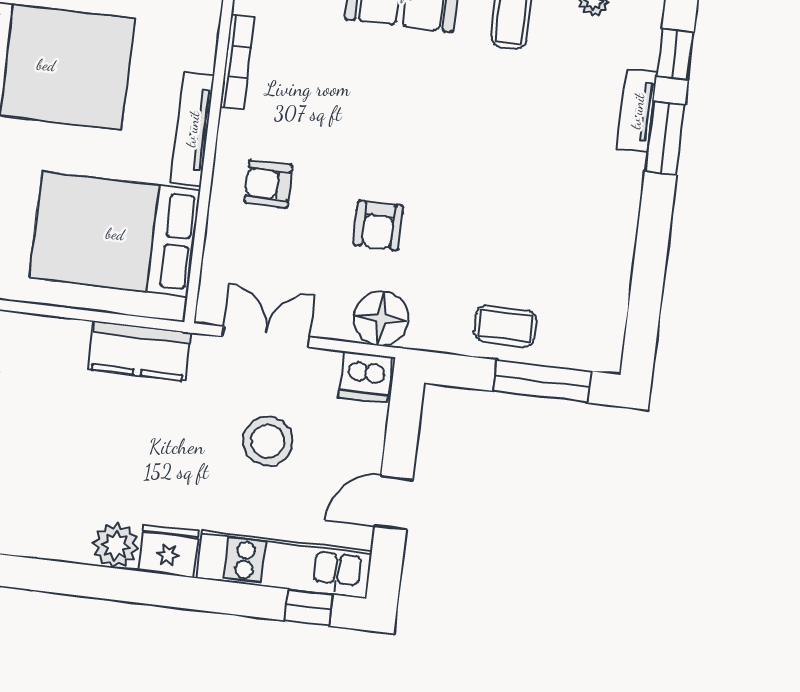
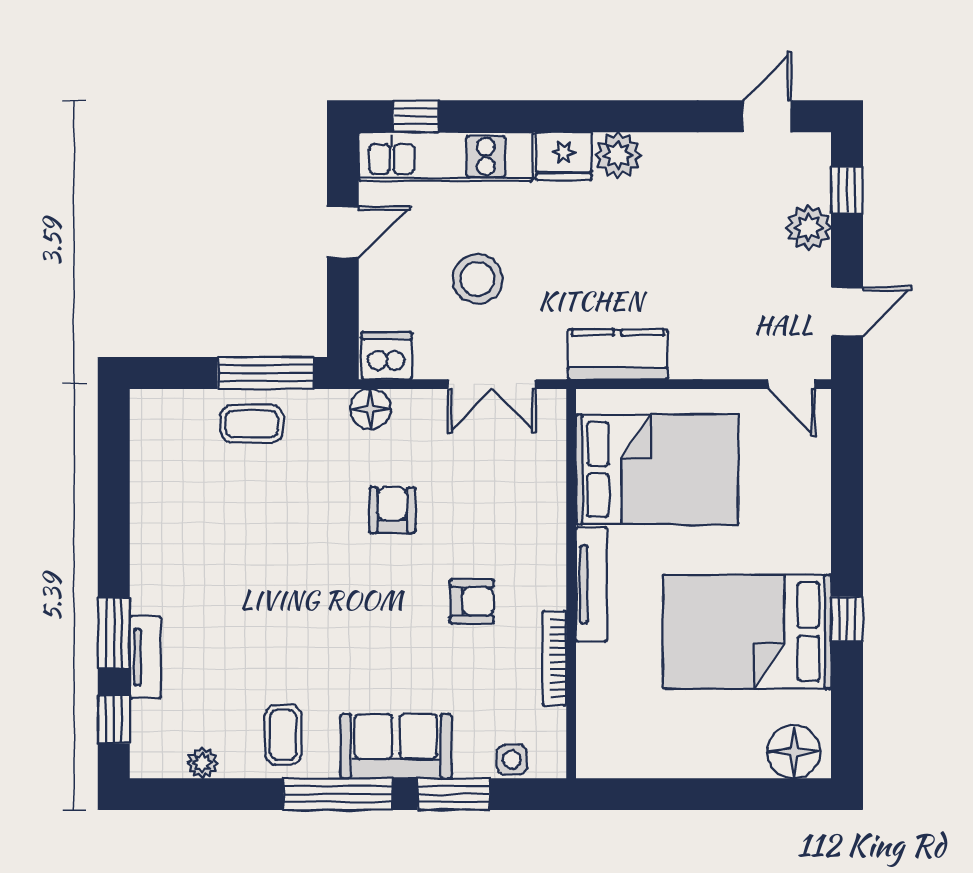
armchair: (268, 184) -> (472, 601), moved
floor lamp: (381, 318) -> (371, 409), width x0.73, depth x0.73
window: (542, 381) -> (266, 373), moved

